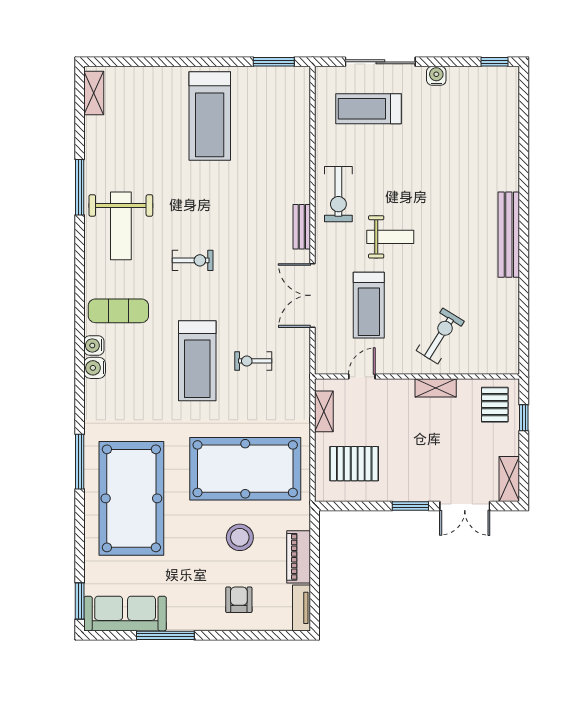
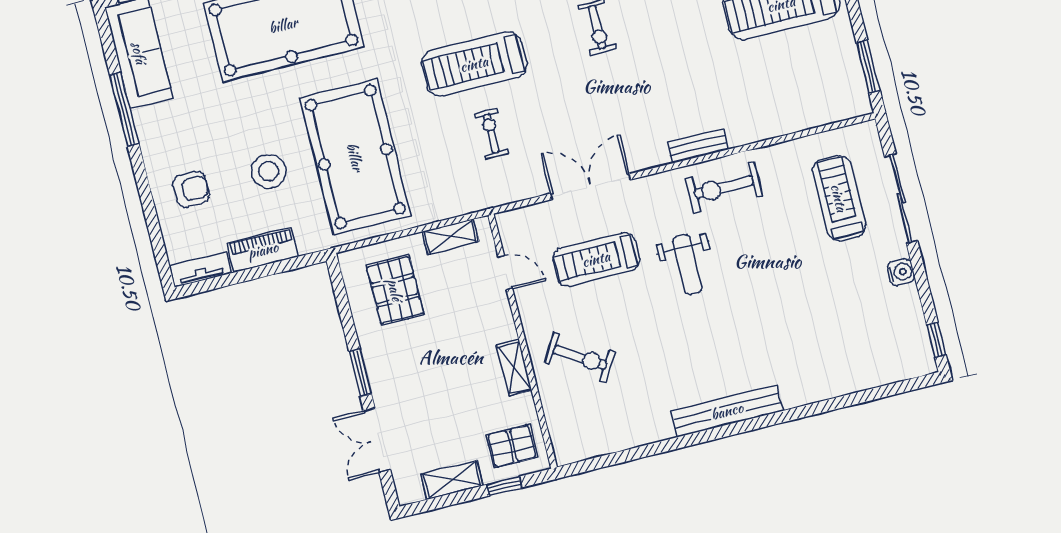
bench: (302, 227) -> (698, 146), moved
shelving: (509, 479) -> (452, 480), moved

